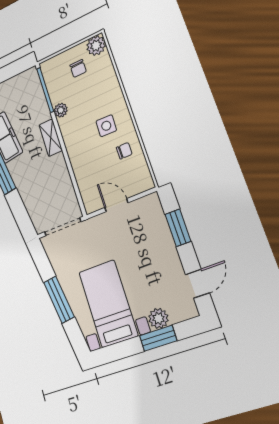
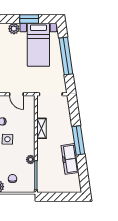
shelving: (51, 138) -> (42, 128), moved
window: (59, 300) -> (66, 56), width x1.46
window: (158, 338) -> (29, 19), moved

